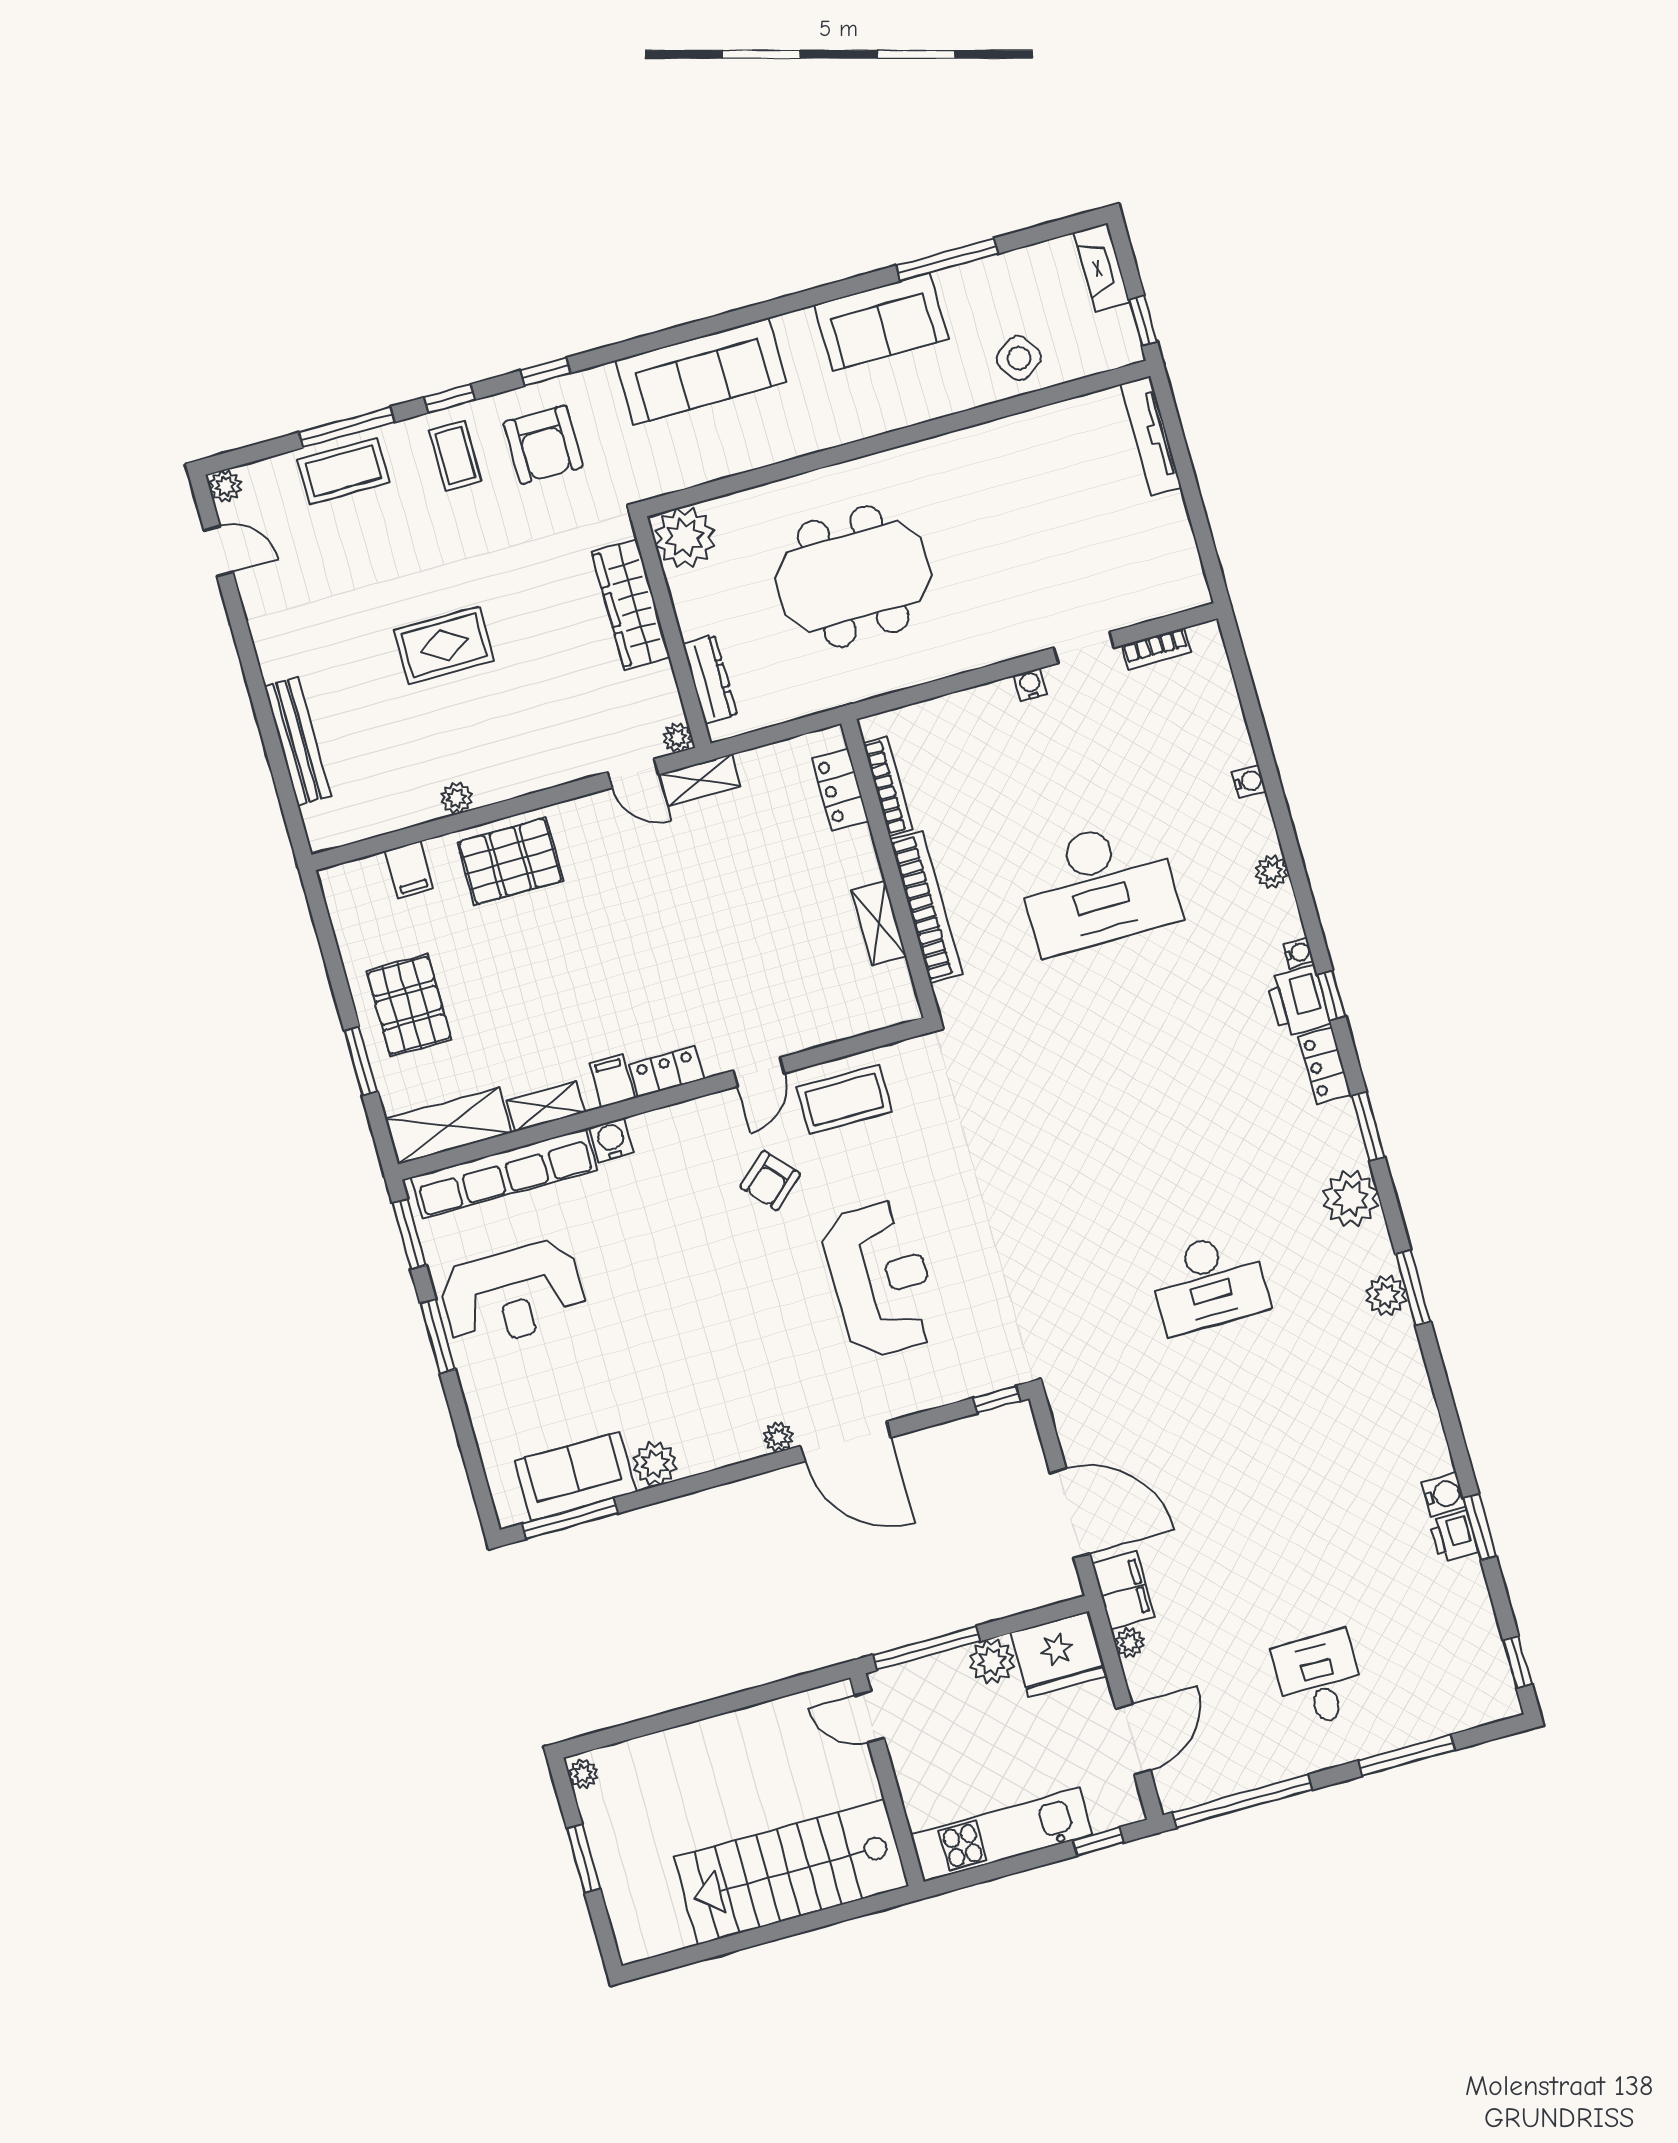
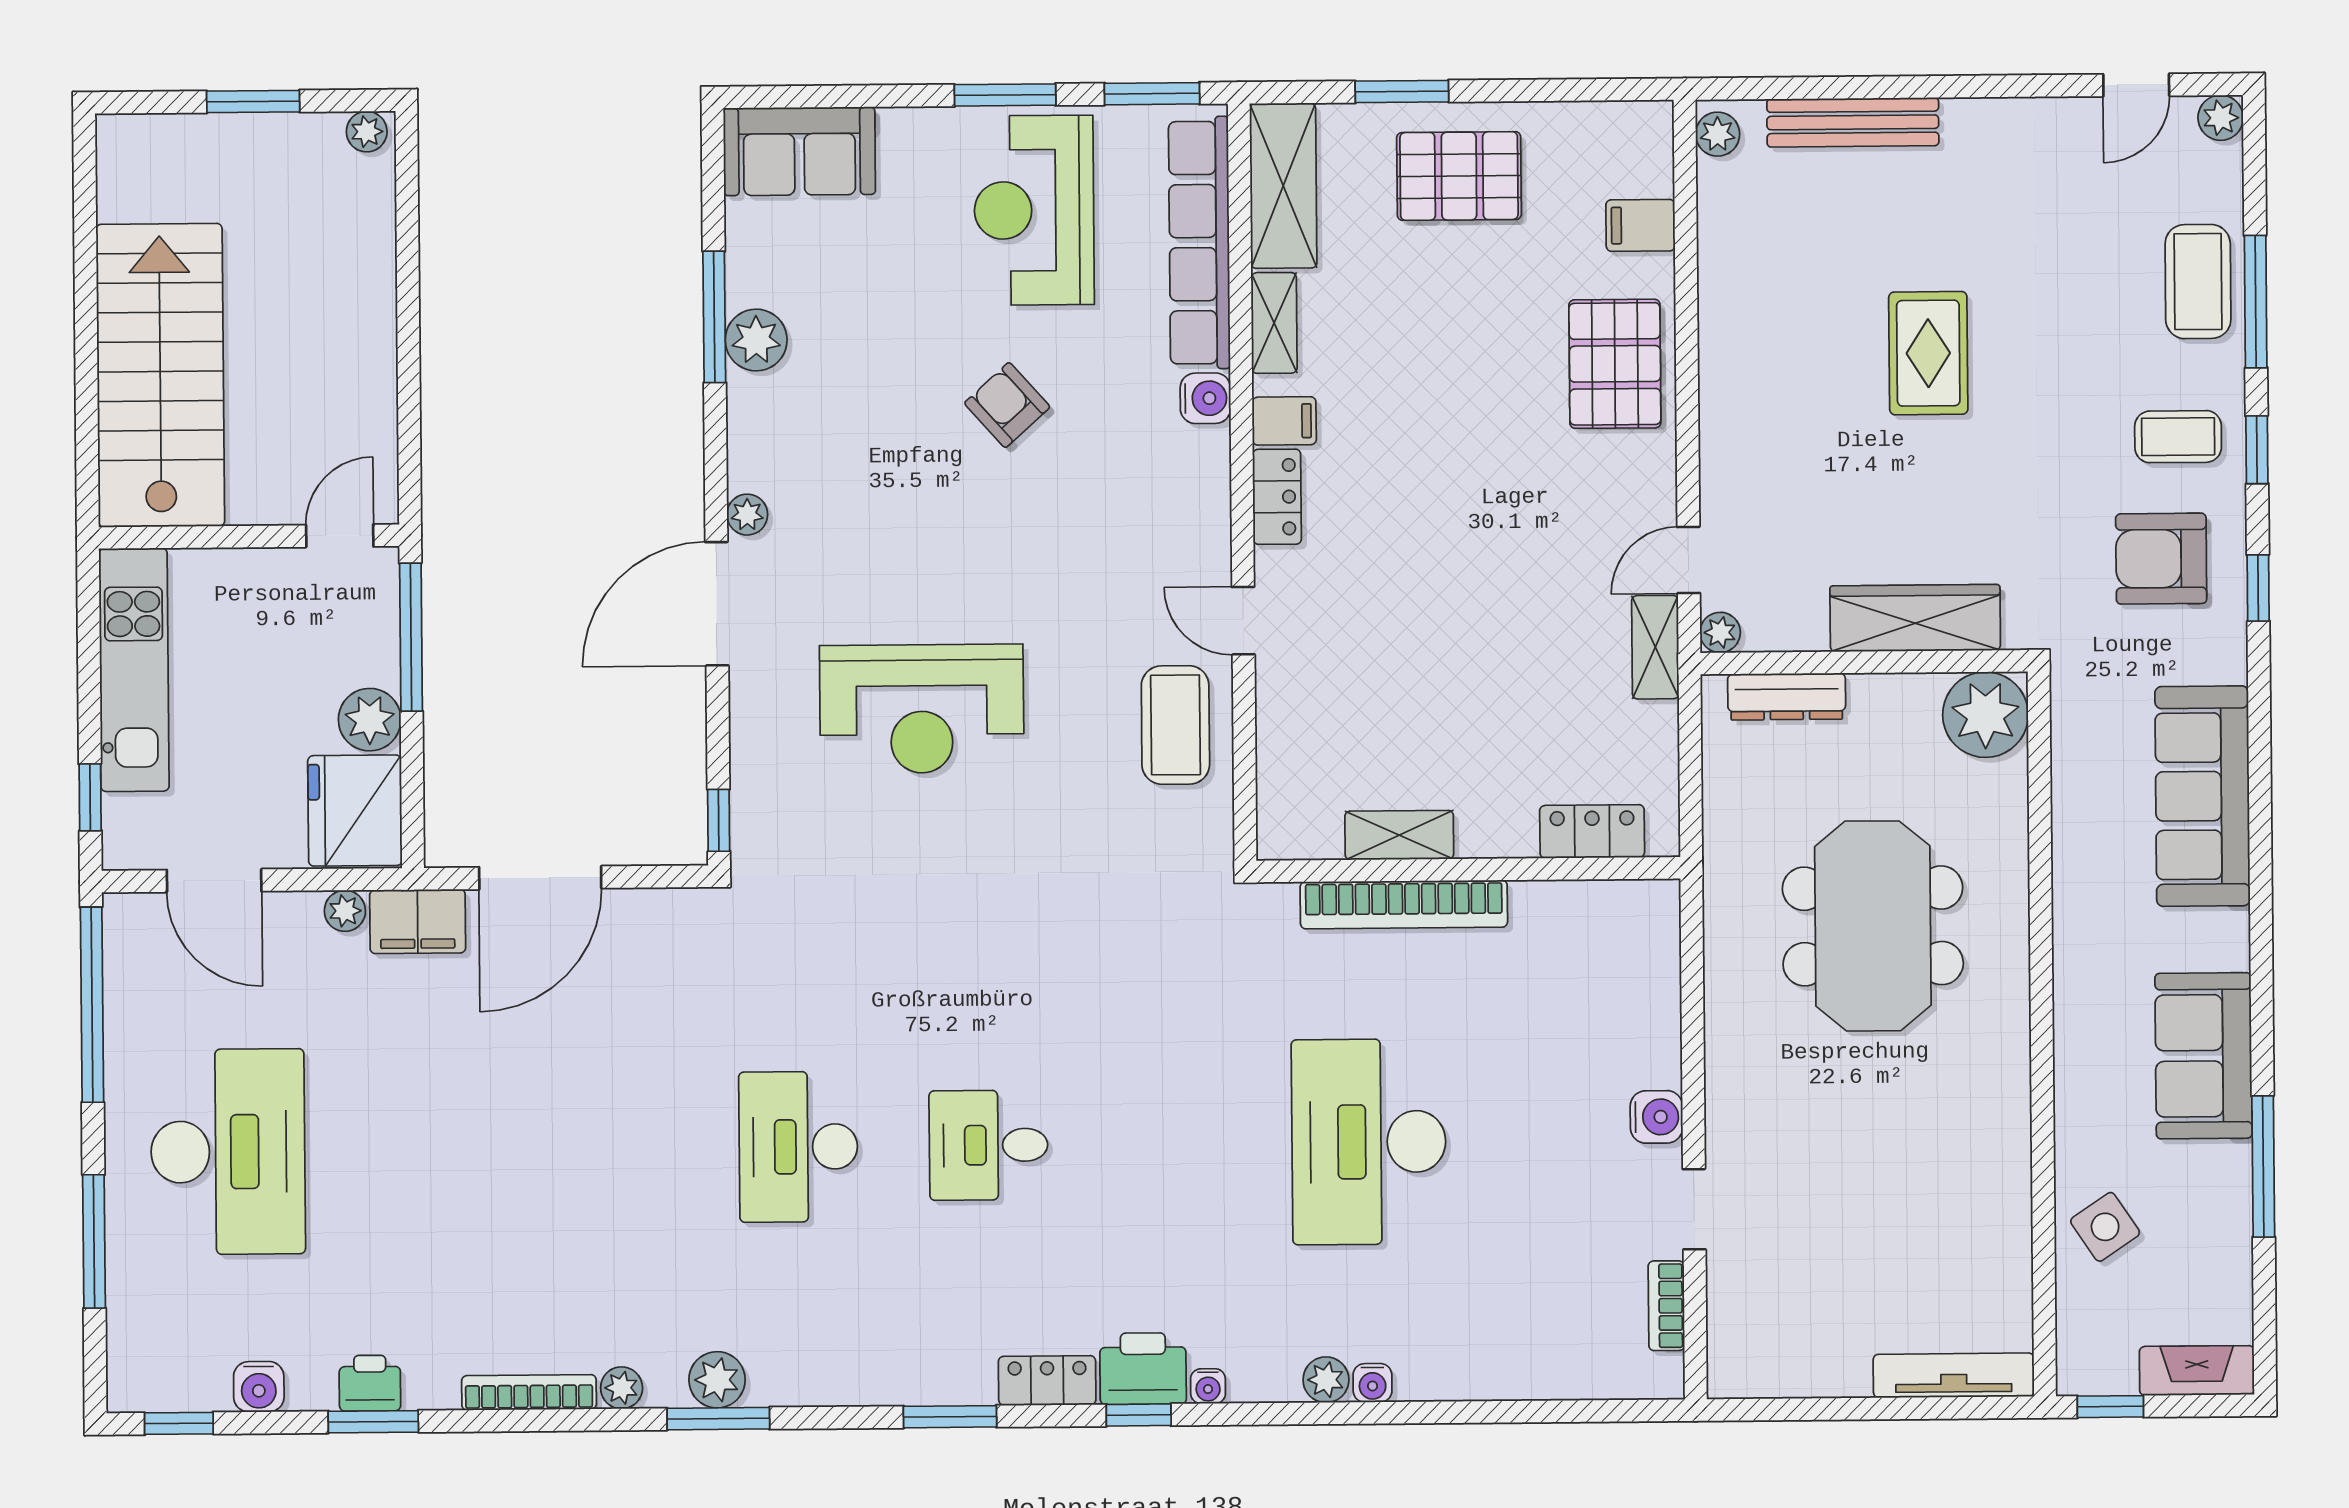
water cooler: (1030, 685) -> (1656, 1117), width x1.38, depth x1.38
water cooler: (1249, 781) -> (1373, 1383), moved
bookcase: (888, 786) -> (529, 1392), moved, turned 180
plant: (457, 798) -> (1718, 134), moved
desk: (1172, 1151) -> (988, 1145), added
armchair: (770, 1181) -> (1007, 405), moved
plant: (1351, 1199) -> (622, 1388), moved, width x0.53, depth x0.53
sofa: (575, 1476) -> (799, 151), moved, turned 90
water cooler: (1444, 1494) -> (259, 1387), moved
window: (570, 1519) -> (714, 317), moved
desk: (1319, 1679) -> (228, 1152), width x1.87, depth x1.30

